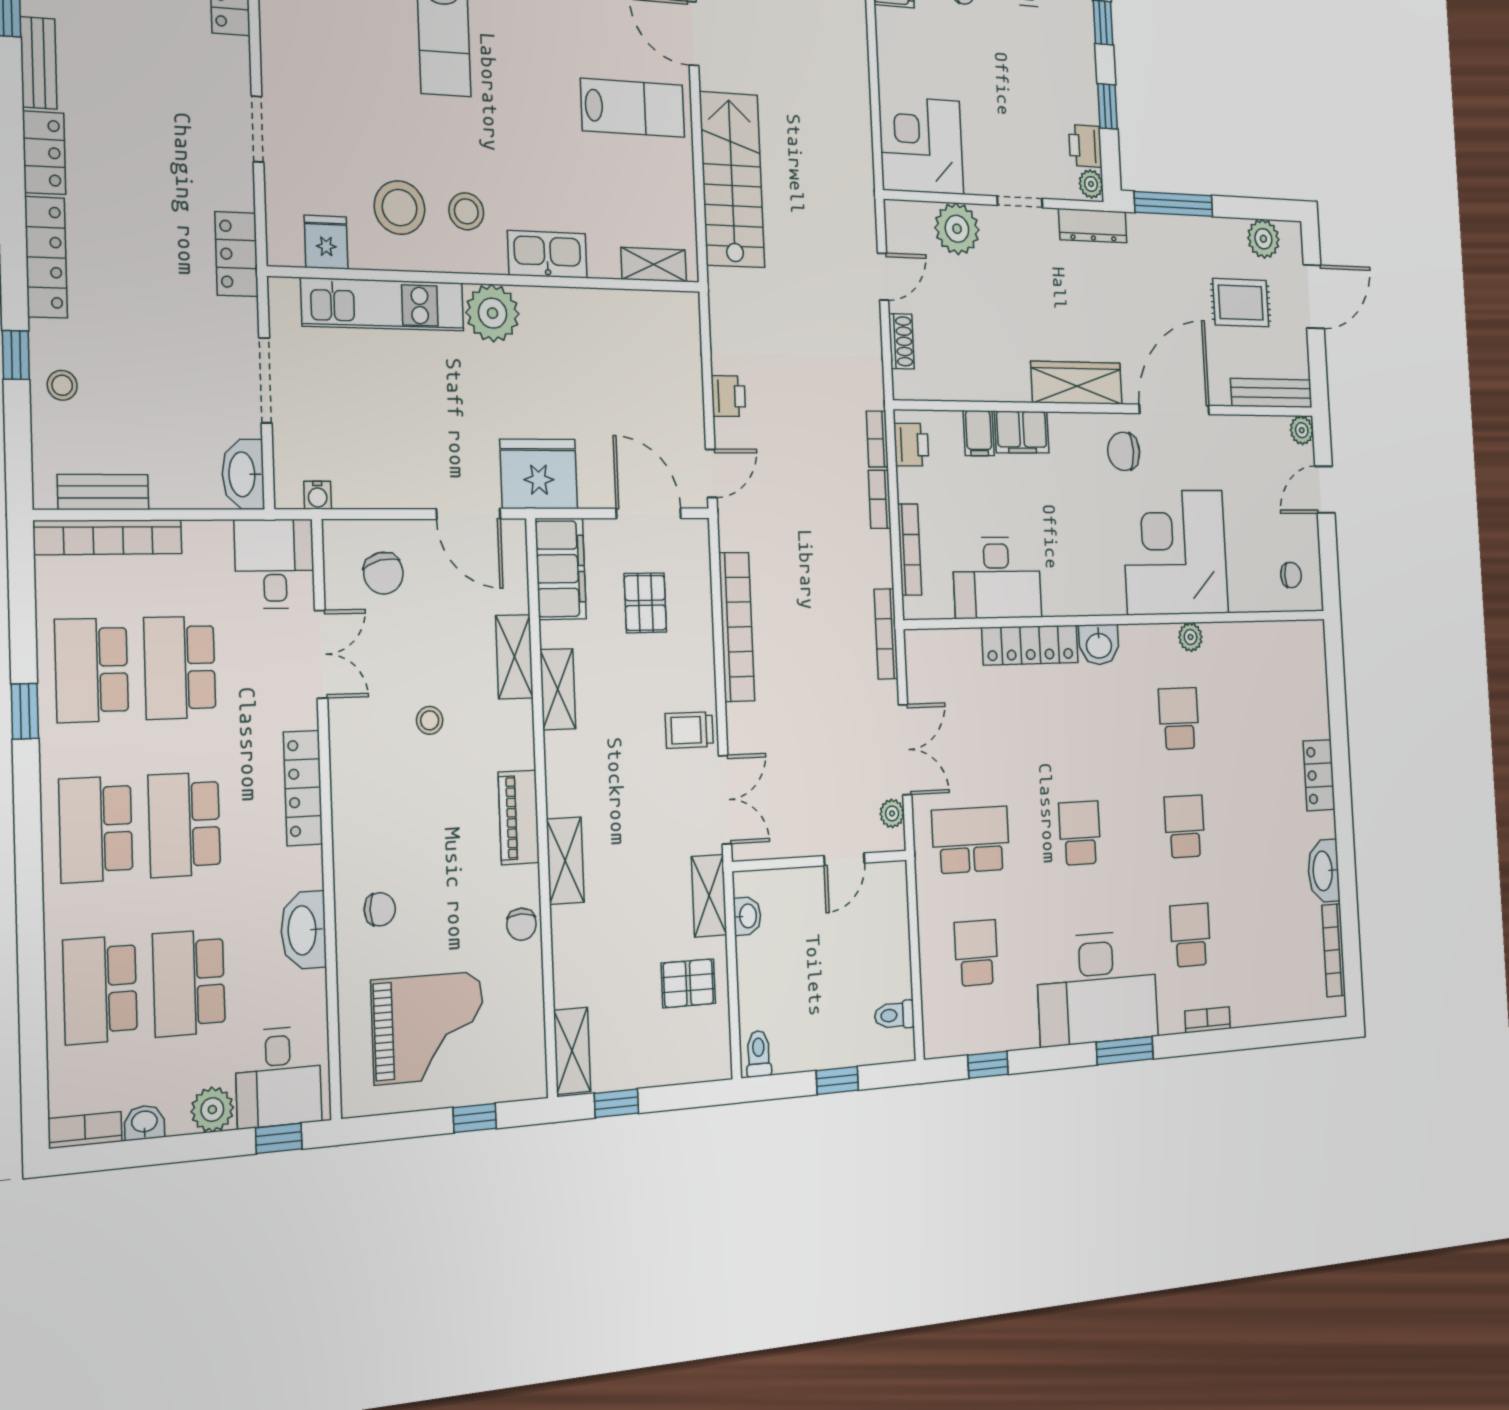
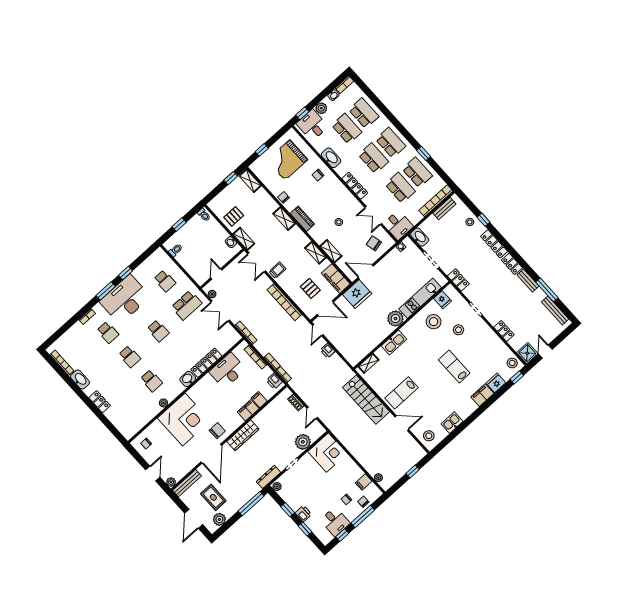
printer: (1085, 146) -> (303, 514), moved
stool: (466, 211) -> (458, 330), moved
rug: (1241, 303) -> (213, 497), turned 90
window: (988, 1065) -> (126, 273), moved

